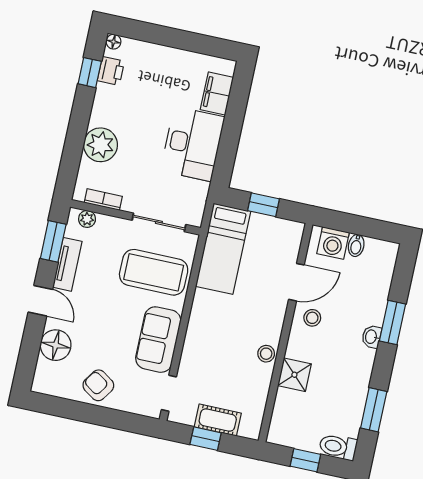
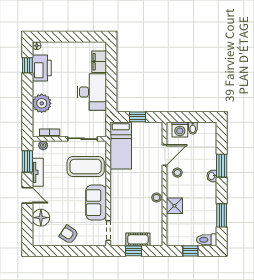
printer: (111, 71) -> (42, 68), width x1.87, depth x1.48

